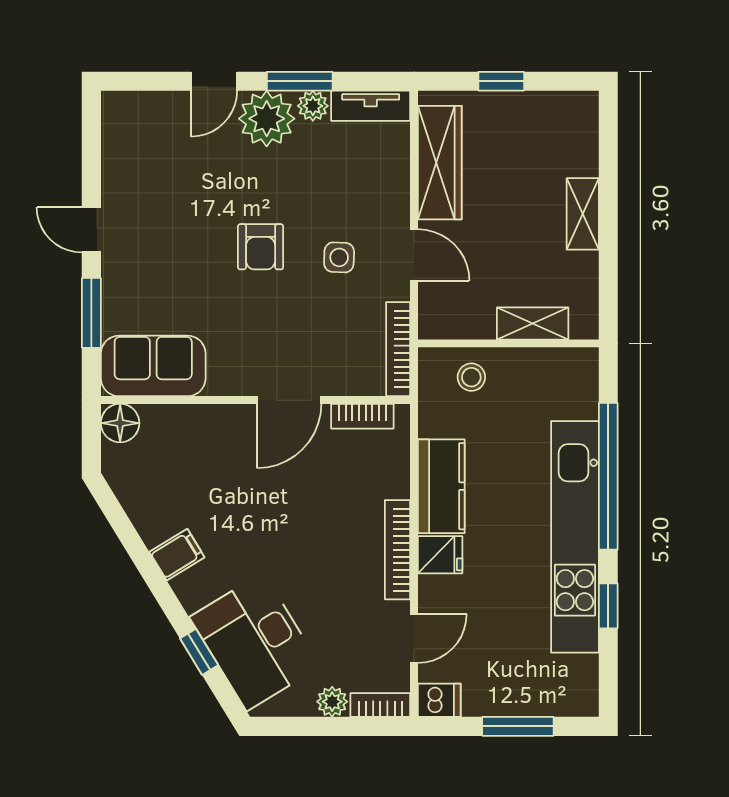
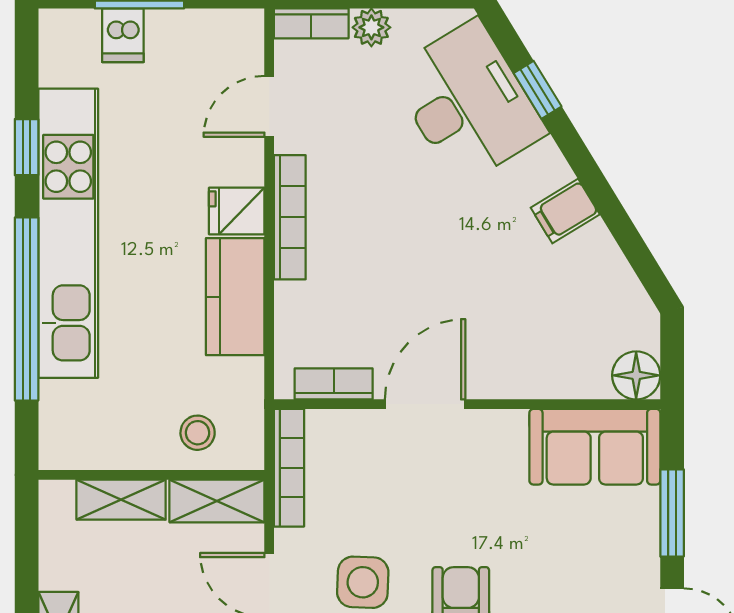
side table: (339, 257) -> (363, 582), width x1.37, depth x1.37
shelving: (456, 323) -> (217, 501), added
dishwasher: (439, 700) -> (123, 35), moved, turned -90

